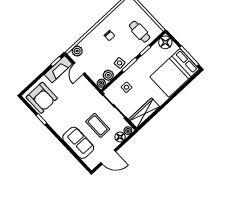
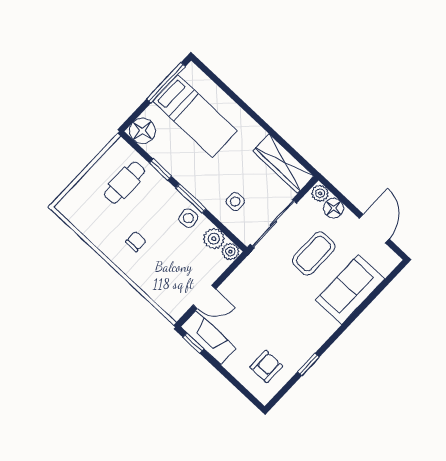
plant: (77, 51) -> (170, 303), removed
bed: (174, 73) -> (195, 116), width x0.67
armchair: (42, 98) -> (266, 366), width x0.53, depth x0.53

